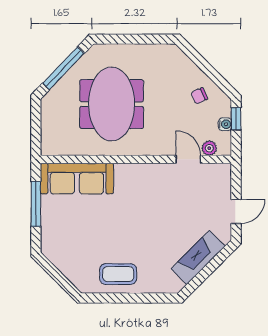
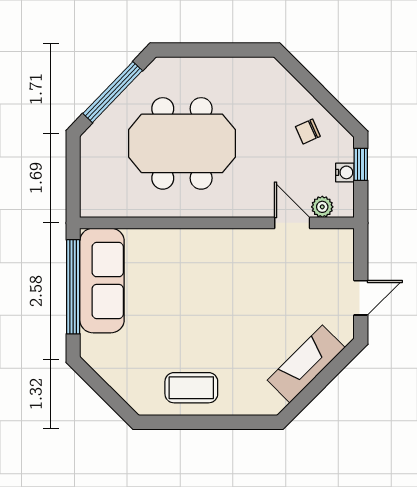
meeting table: (112, 104) -> (182, 143), turned 90
sofa: (77, 179) -> (102, 281), moved, turned -90
window: (36, 204) -> (73, 287), width x1.46

